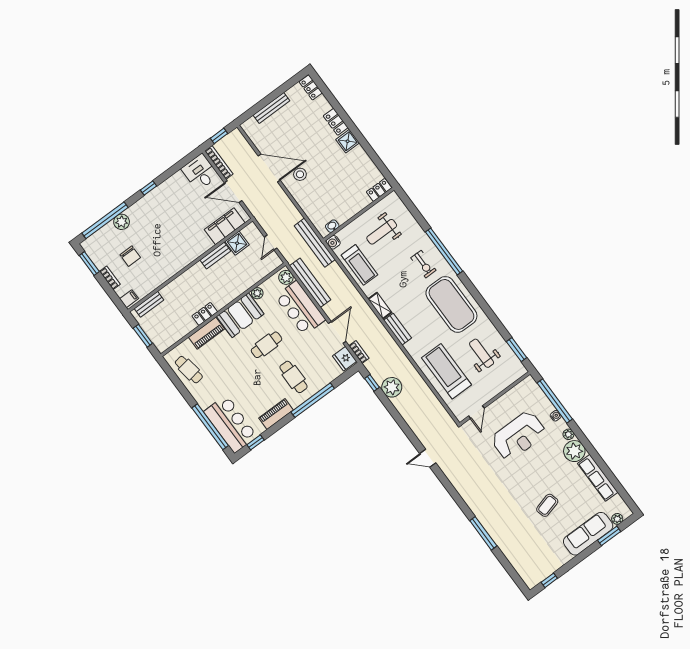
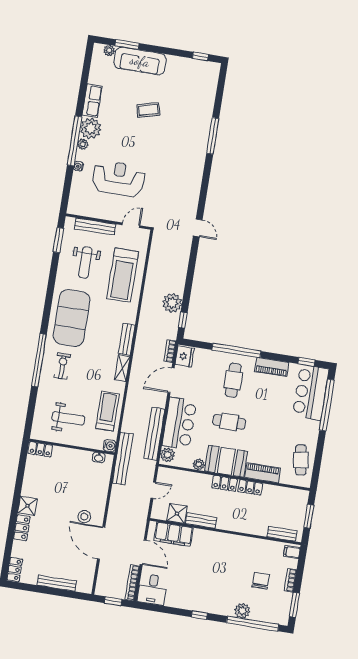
locker: (225, 298) -> (224, 483), added
bench: (501, 386) -> (95, 226), added
window: (555, 401) -> (74, 141), moved
row of seats: (598, 478) -> (92, 101), width x0.68

